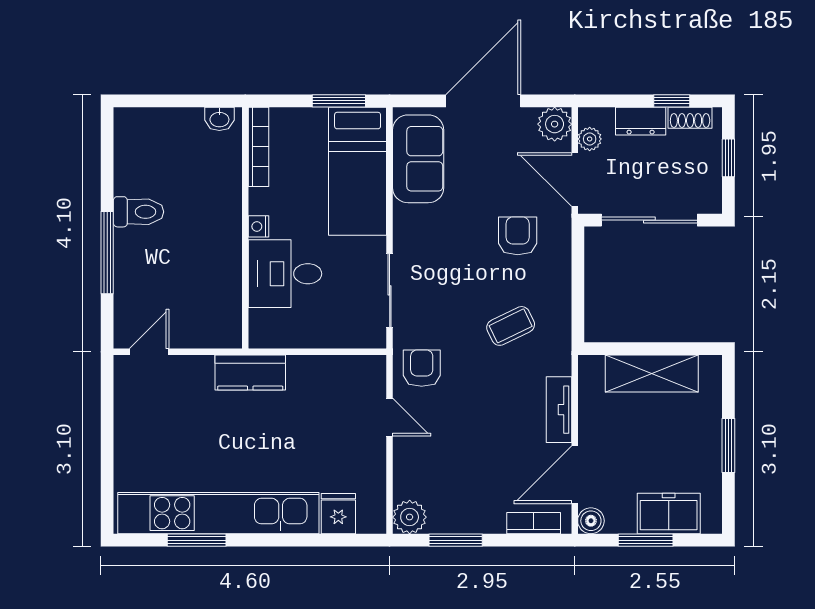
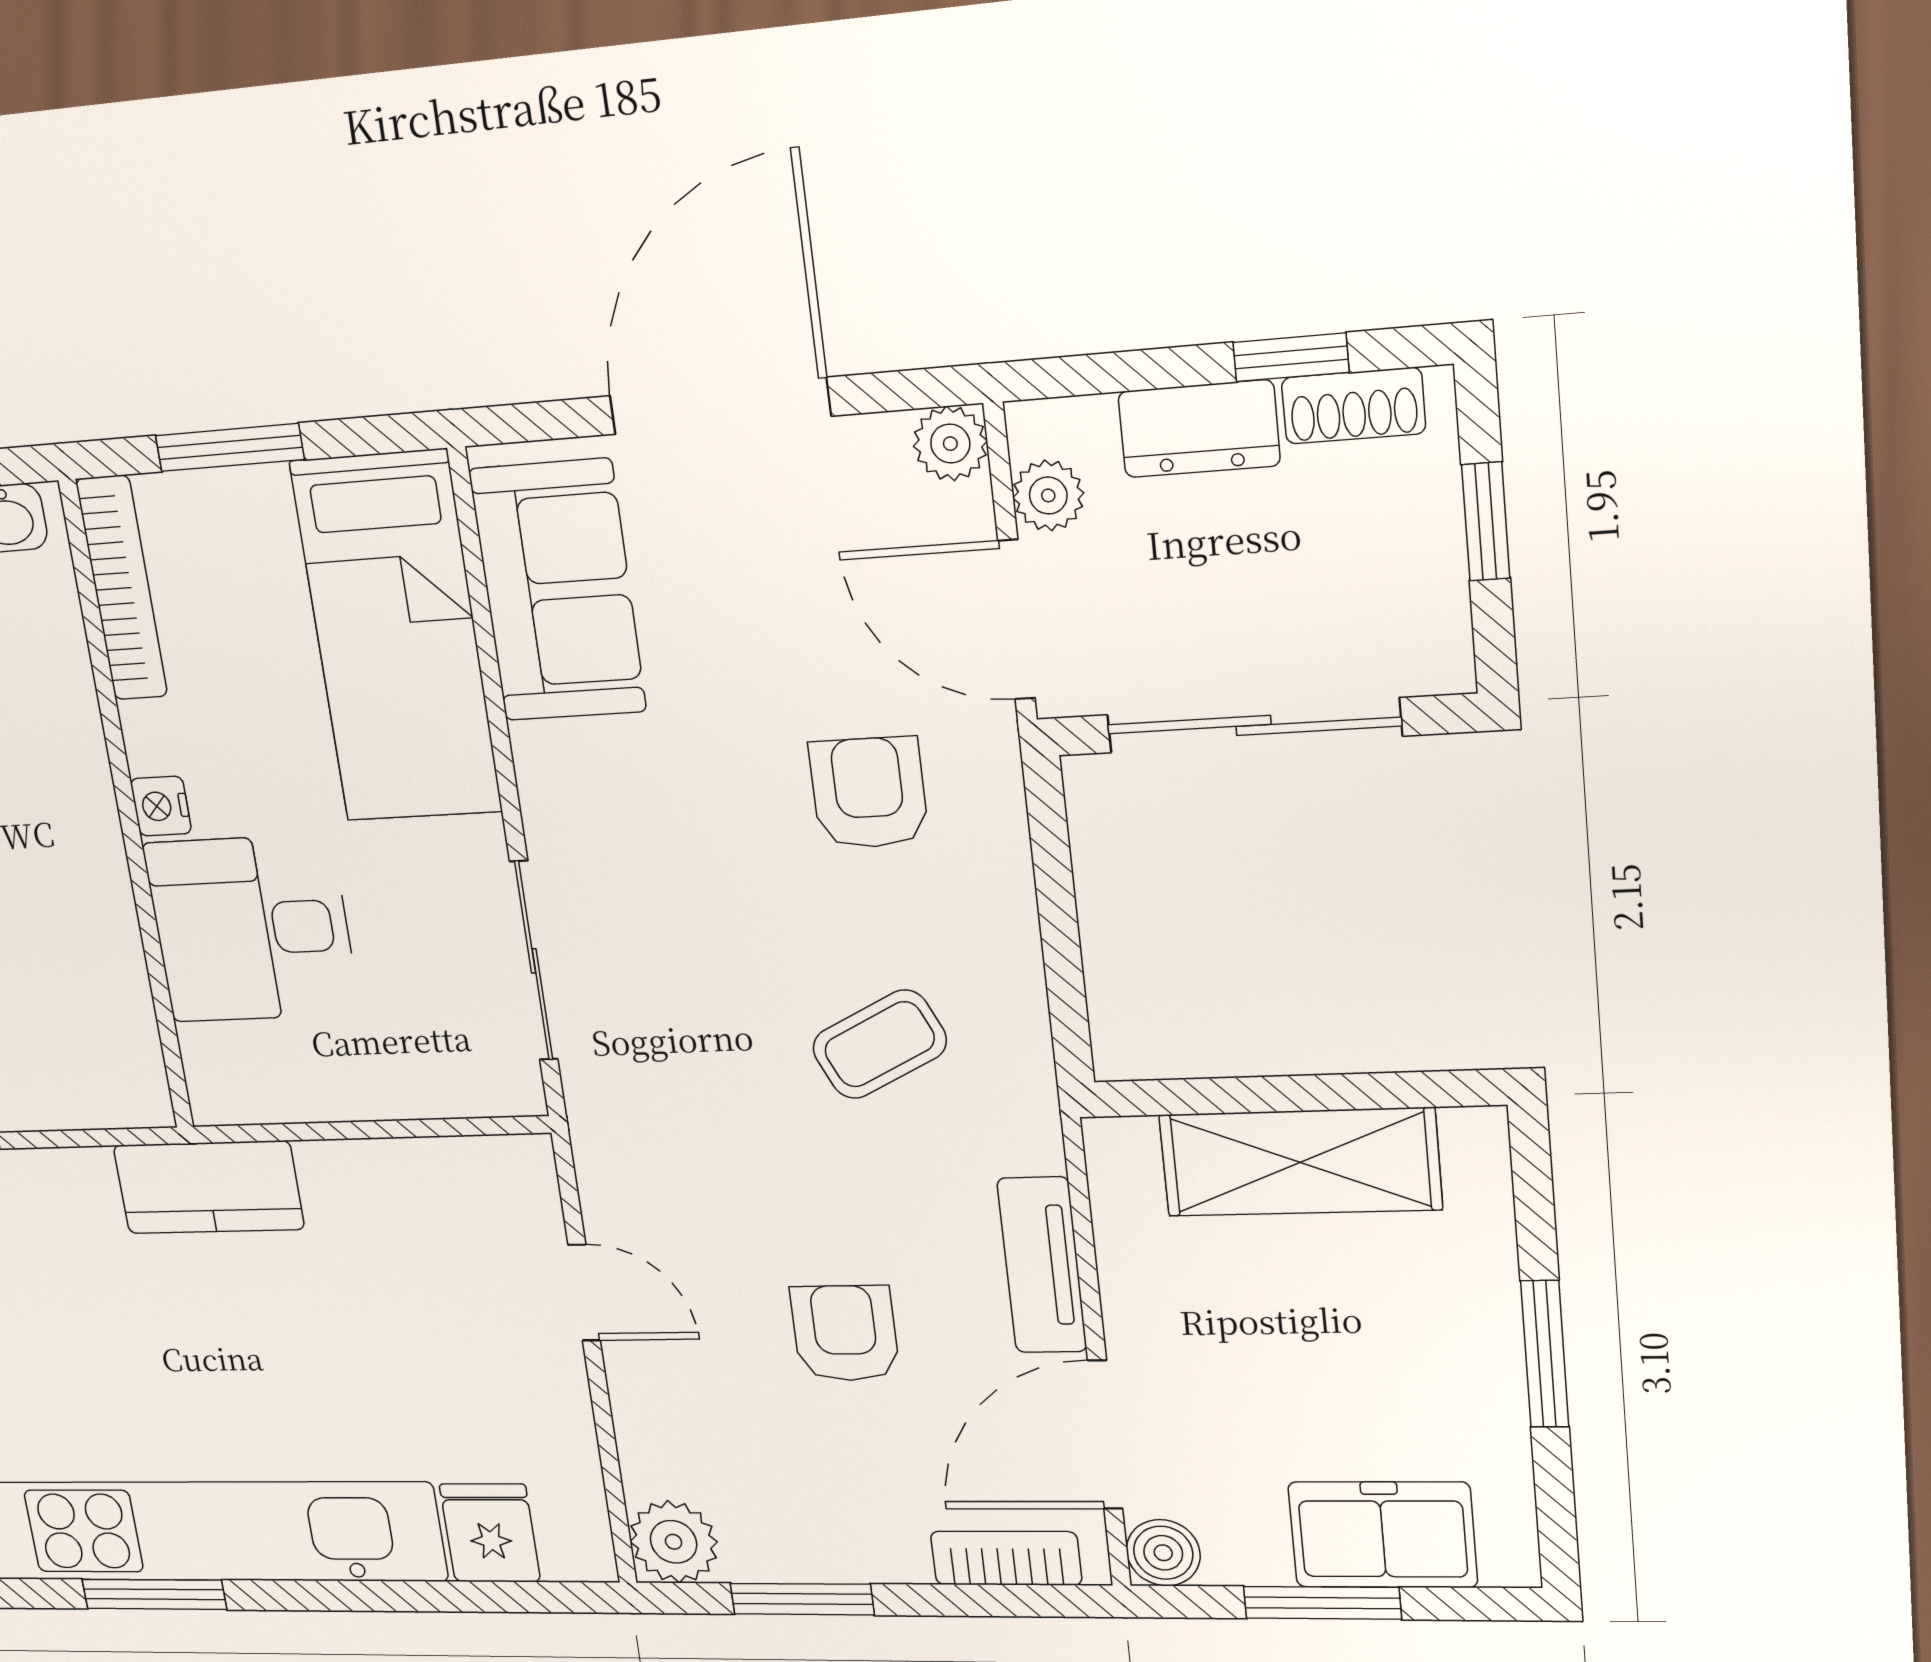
window: (339, 101) -> (230, 448), moved
plant: (555, 124) -> (950, 444), width x0.73, depth x0.73
armchair: (422, 368) -> (845, 1333), moved

